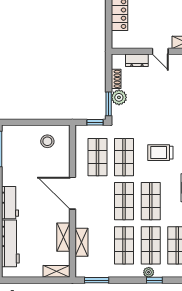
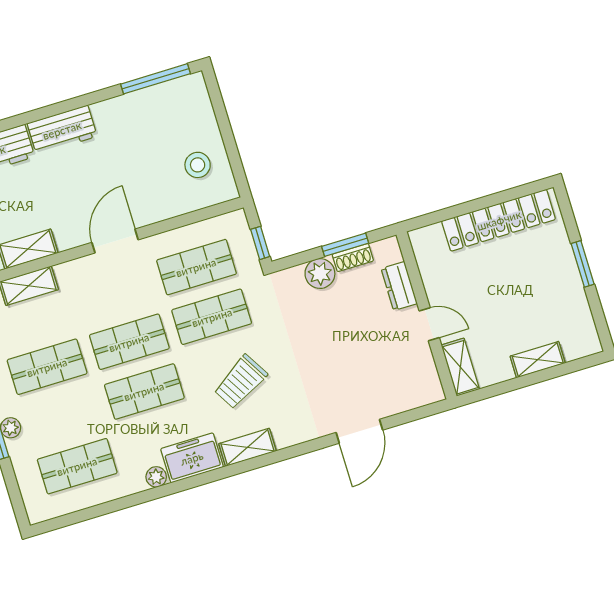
door: (160, 51) -> (429, 324), swing flipped
window: (109, 104) -> (345, 245), moved
trolley: (160, 153) -> (240, 382), turned -121
door: (72, 193) -> (115, 241), width x0.73
shop shelf: (151, 245) -> (62, 416), removed

